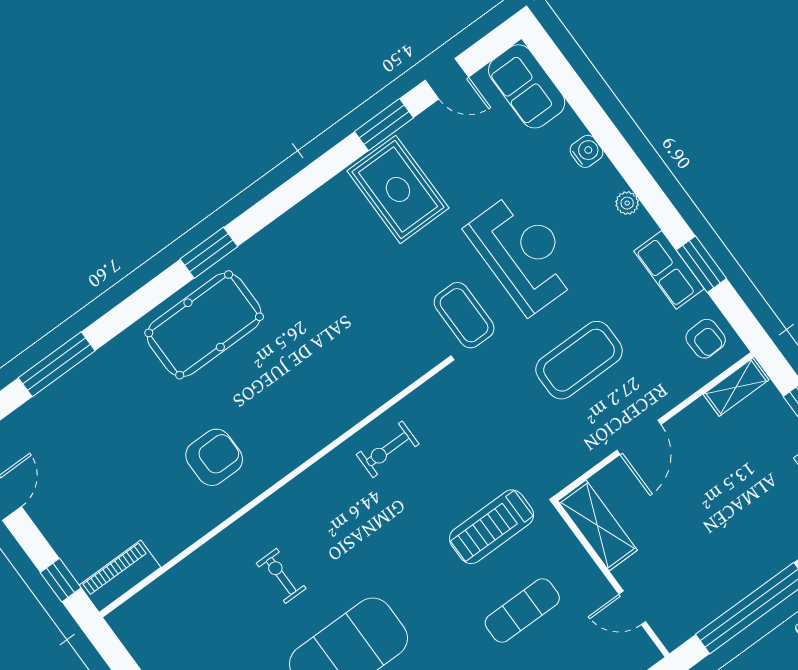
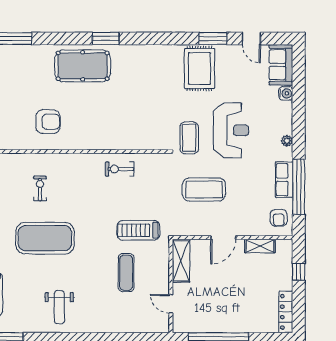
water cooler: (586, 151) -> (286, 93), moved
window: (701, 264) -> (299, 187), width x2.11
coffee table: (579, 360) -> (204, 189), moved
shelving: (736, 387) -> (260, 246), moved
exercise mat: (522, 610) -> (126, 273), turned 90

